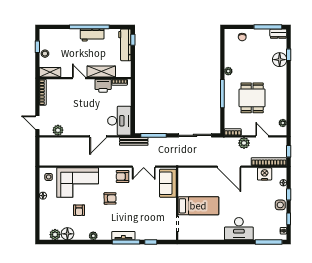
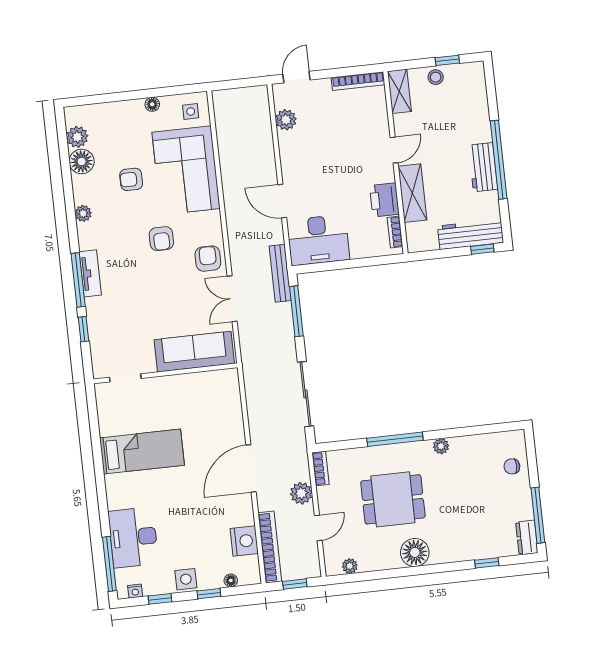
floor lamp: (280, 60) -> (415, 552), moved
sofa: (168, 183) -> (194, 352), width x1.36
bed: (198, 206) -> (142, 452), moved, turned -90
desk: (239, 229) -> (133, 537), moved

